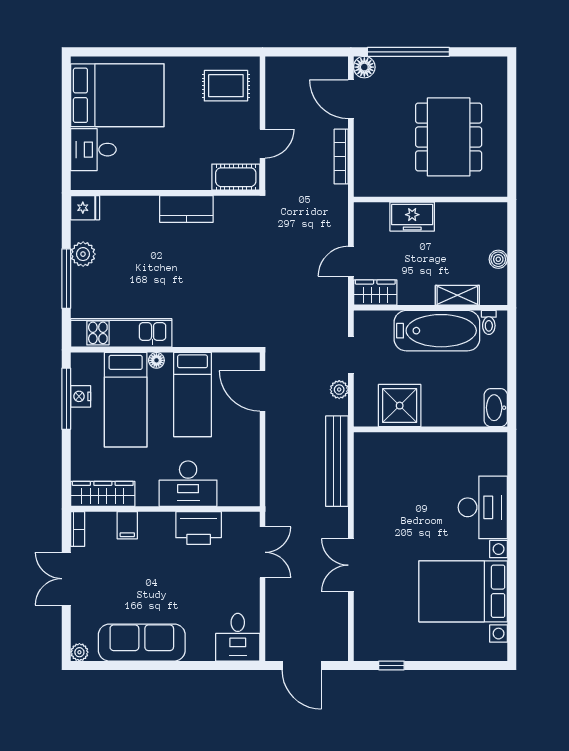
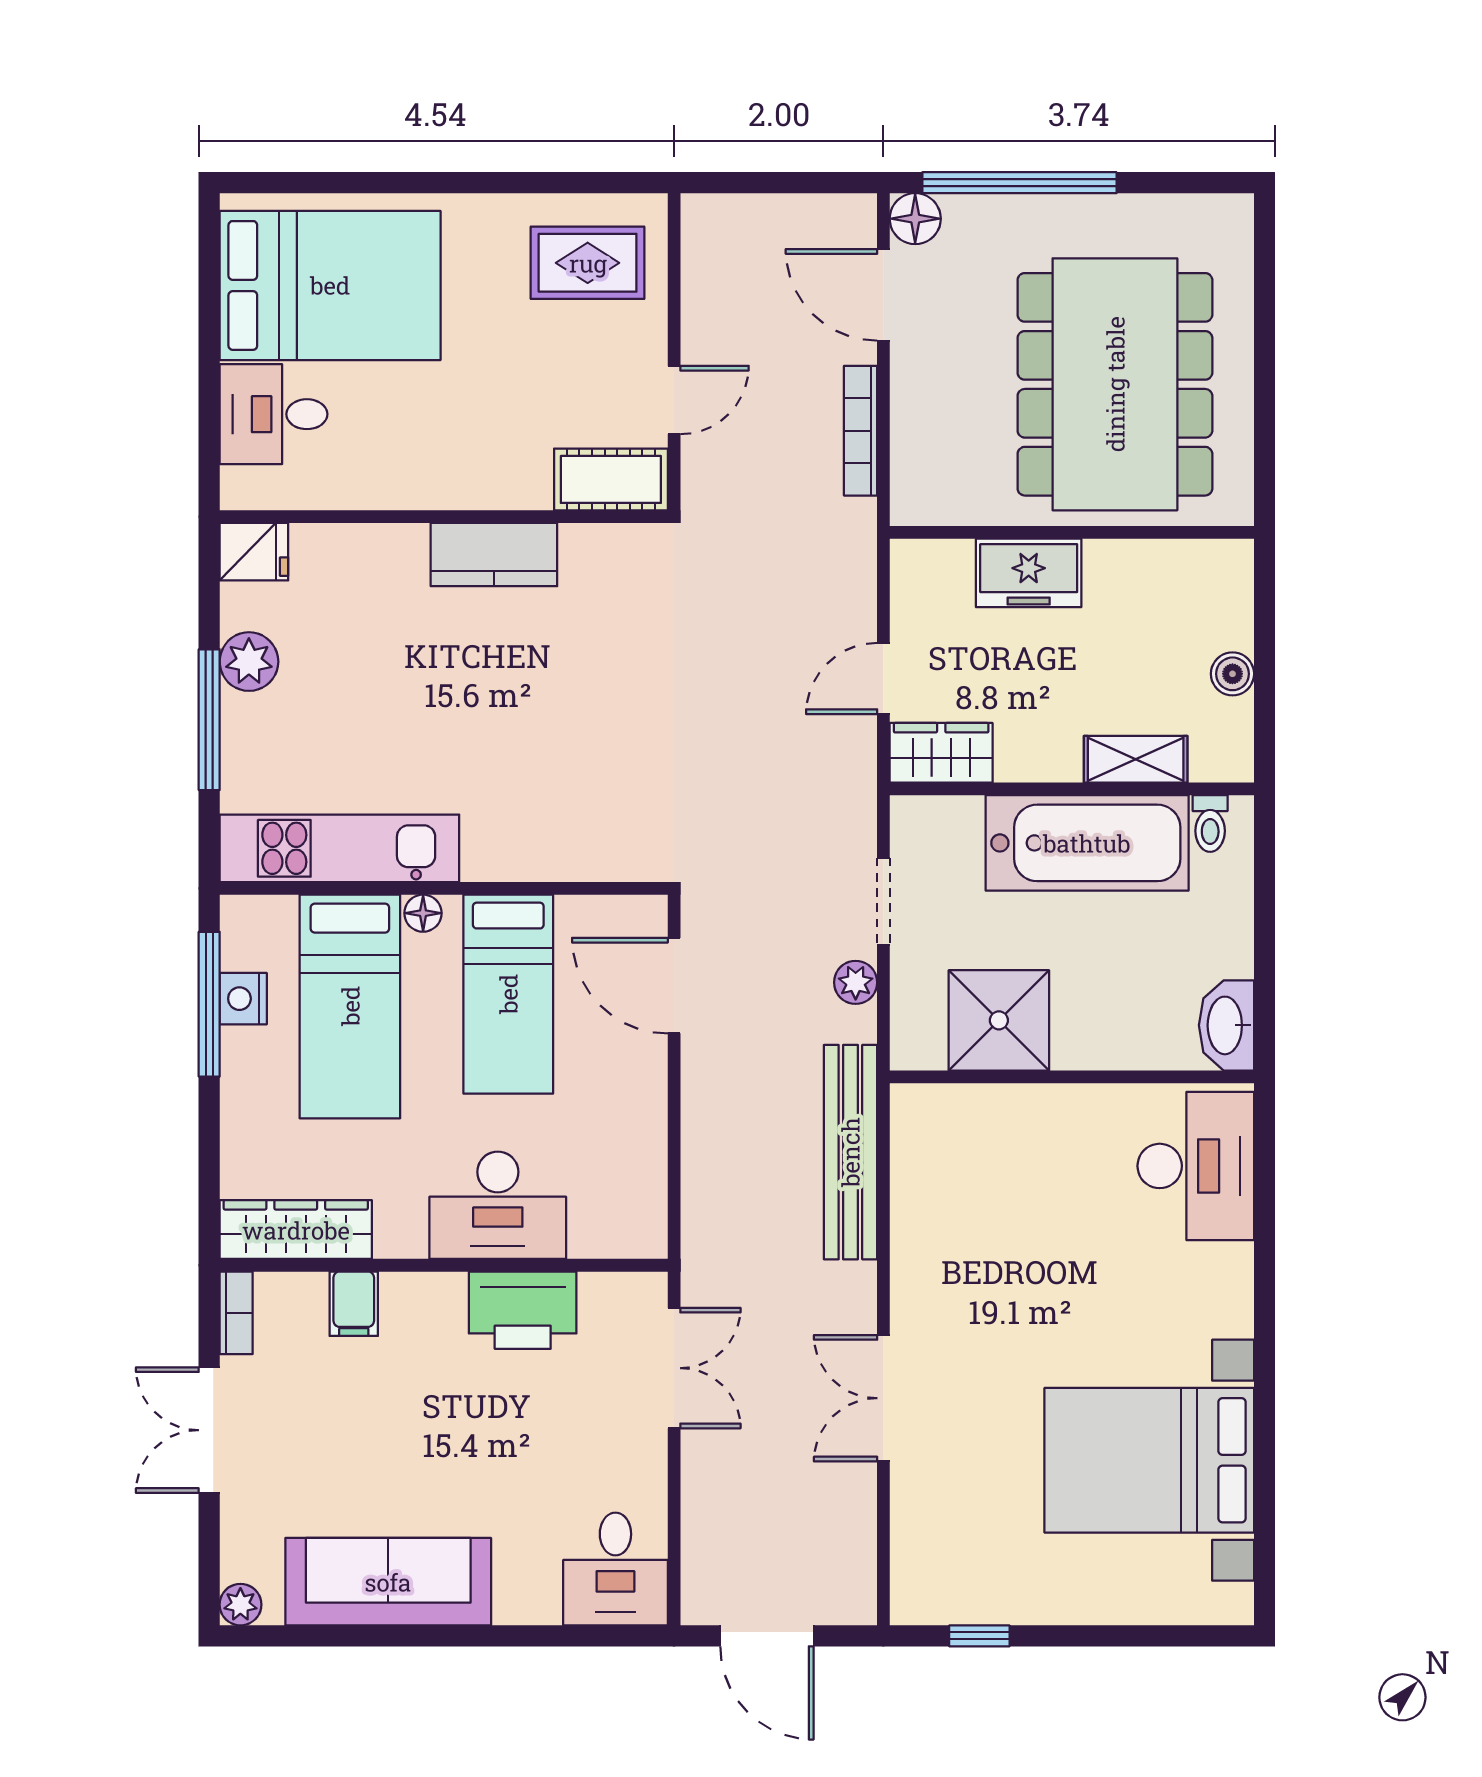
dining table: (449, 137) -> (1115, 384), width x1.36, depth x1.24
desk: (483, 507) -> (1196, 1166), moved

